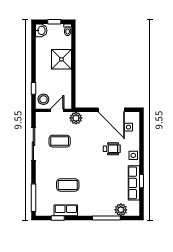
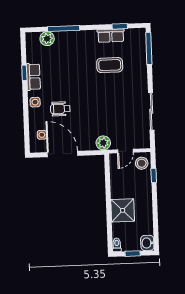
coffee table: (60, 141) -> (121, 116), removed
row of seats: (134, 183) -> (33, 77), width x0.68

